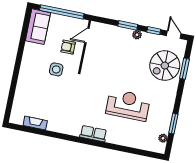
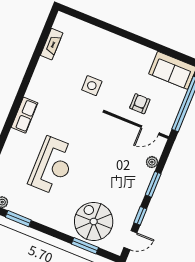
plant: (137, 35) -> (152, 162), moved
door: (87, 36) -> (150, 130), swing flipped
side table: (56, 69) -> (92, 86), moved

